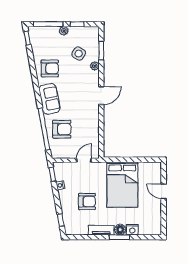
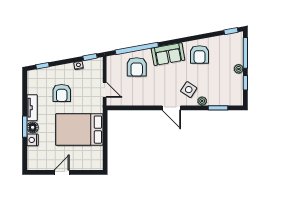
side table: (79, 54) -> (189, 90), moved
door: (164, 191) -> (62, 172), moved

